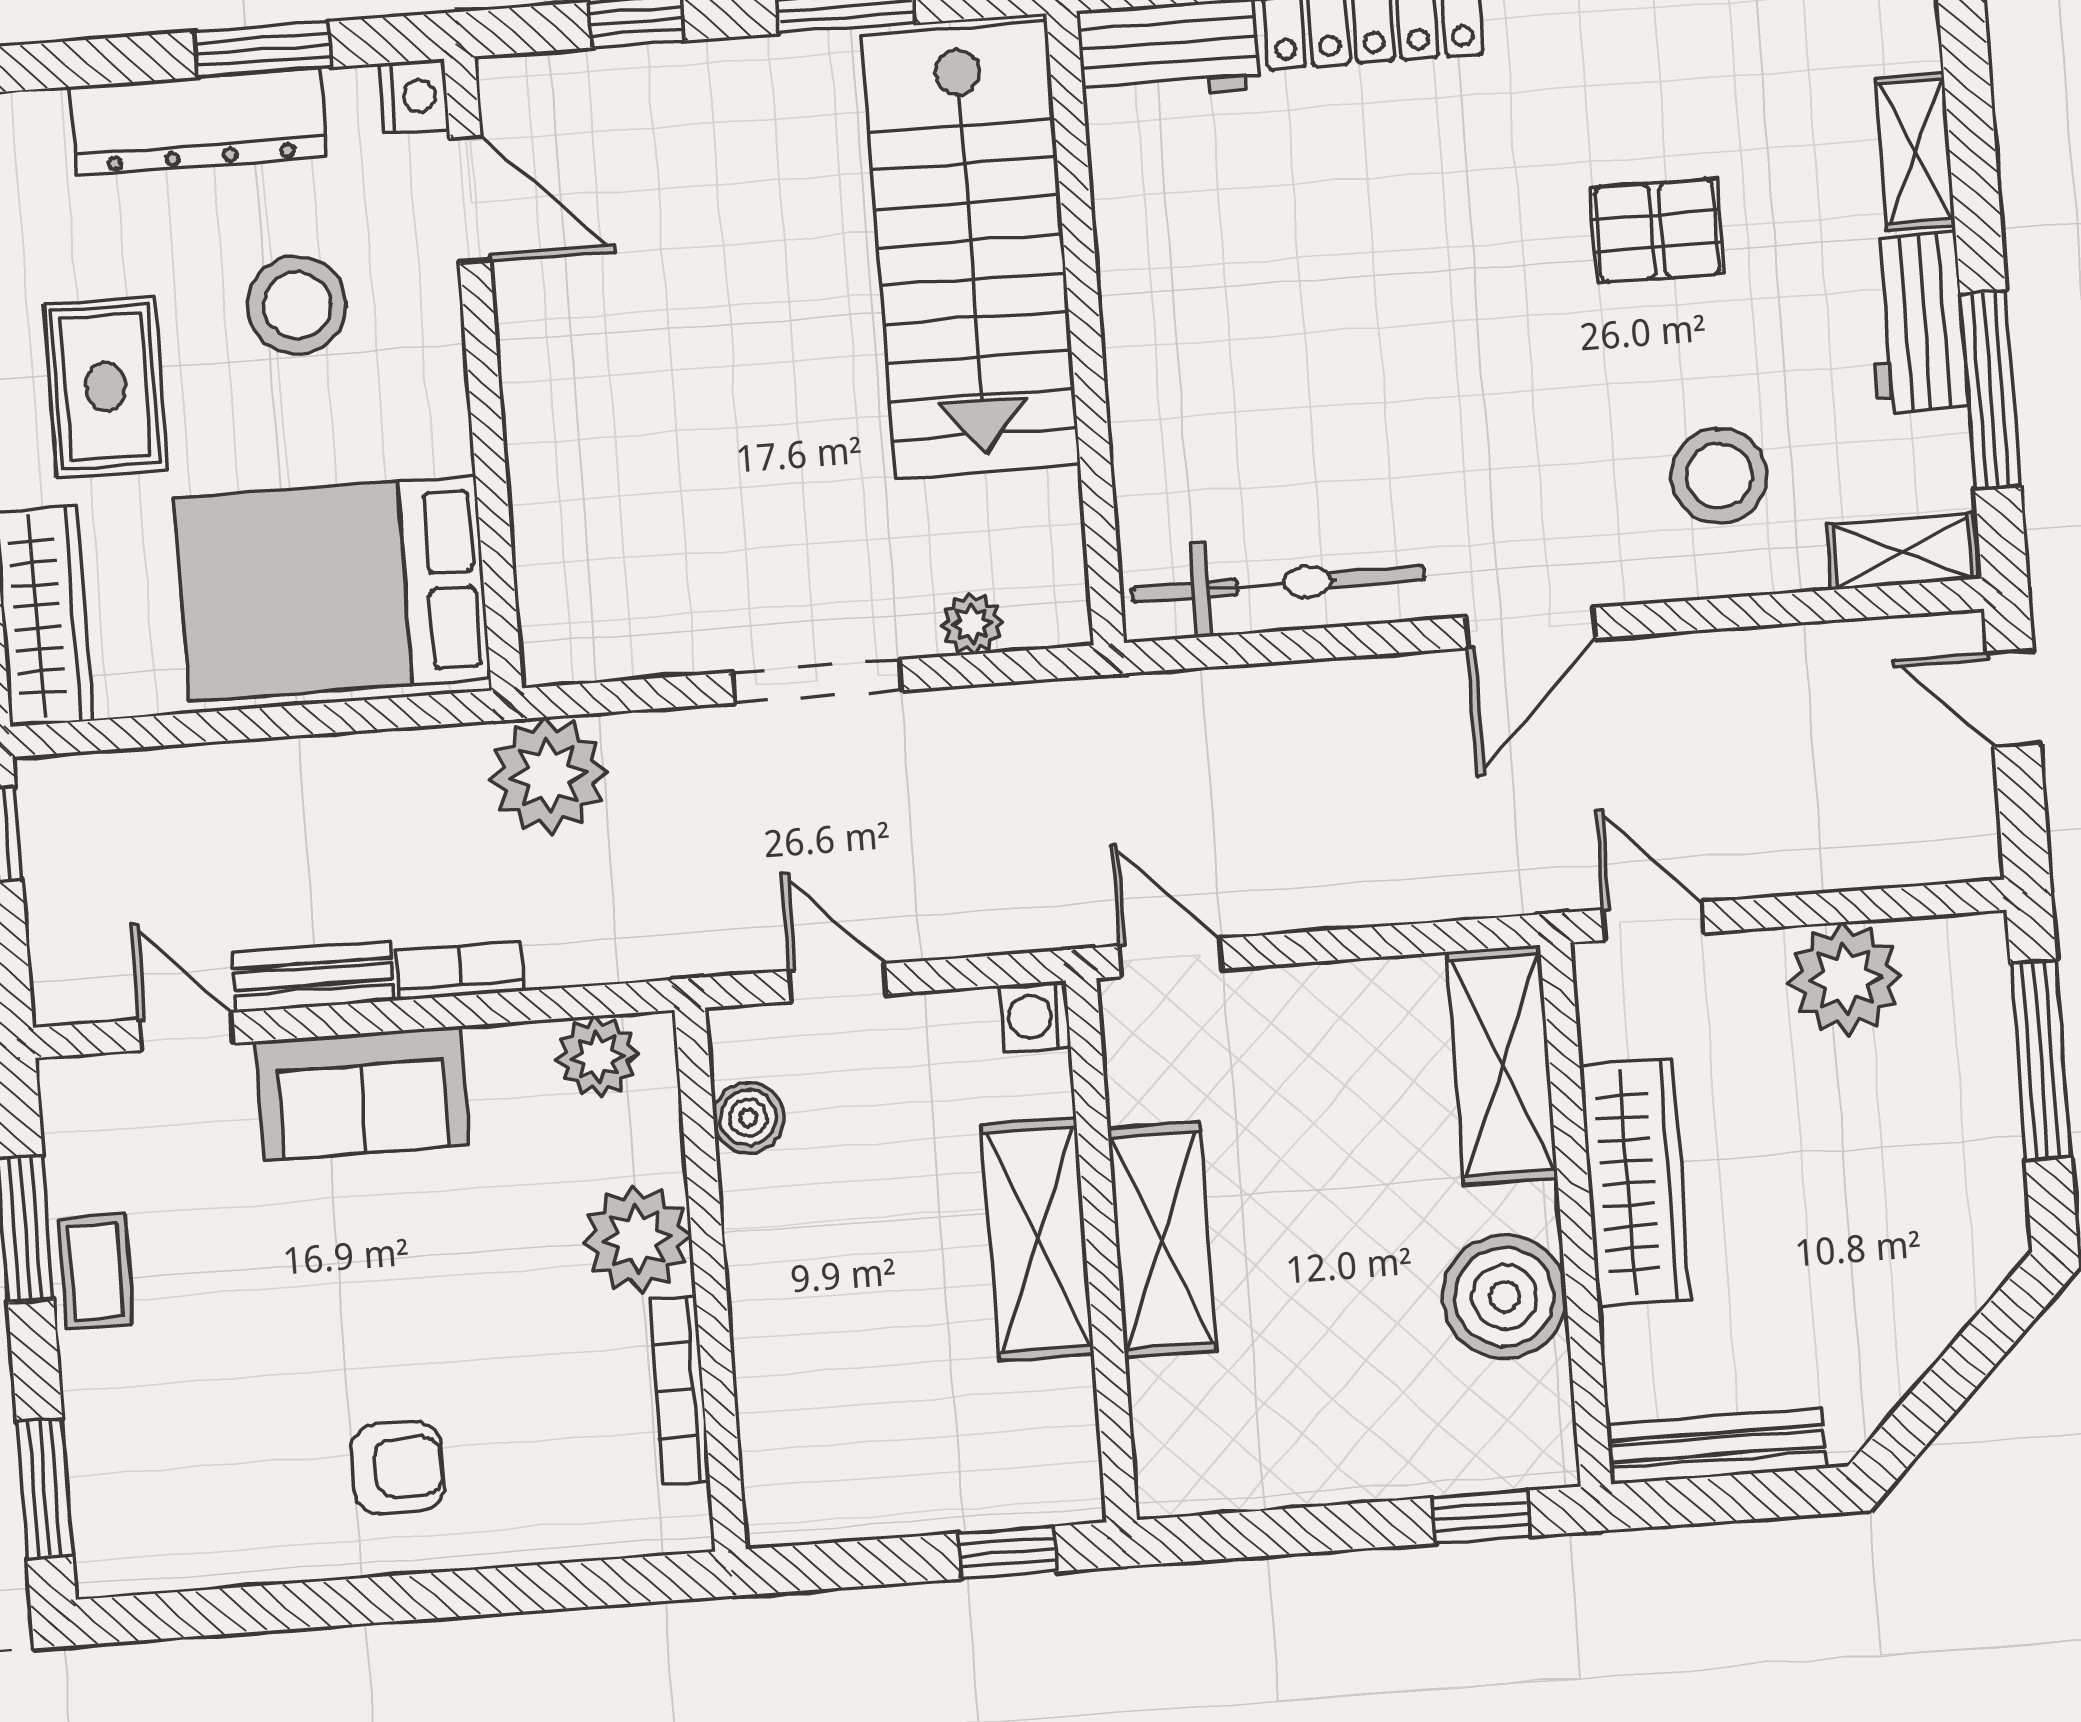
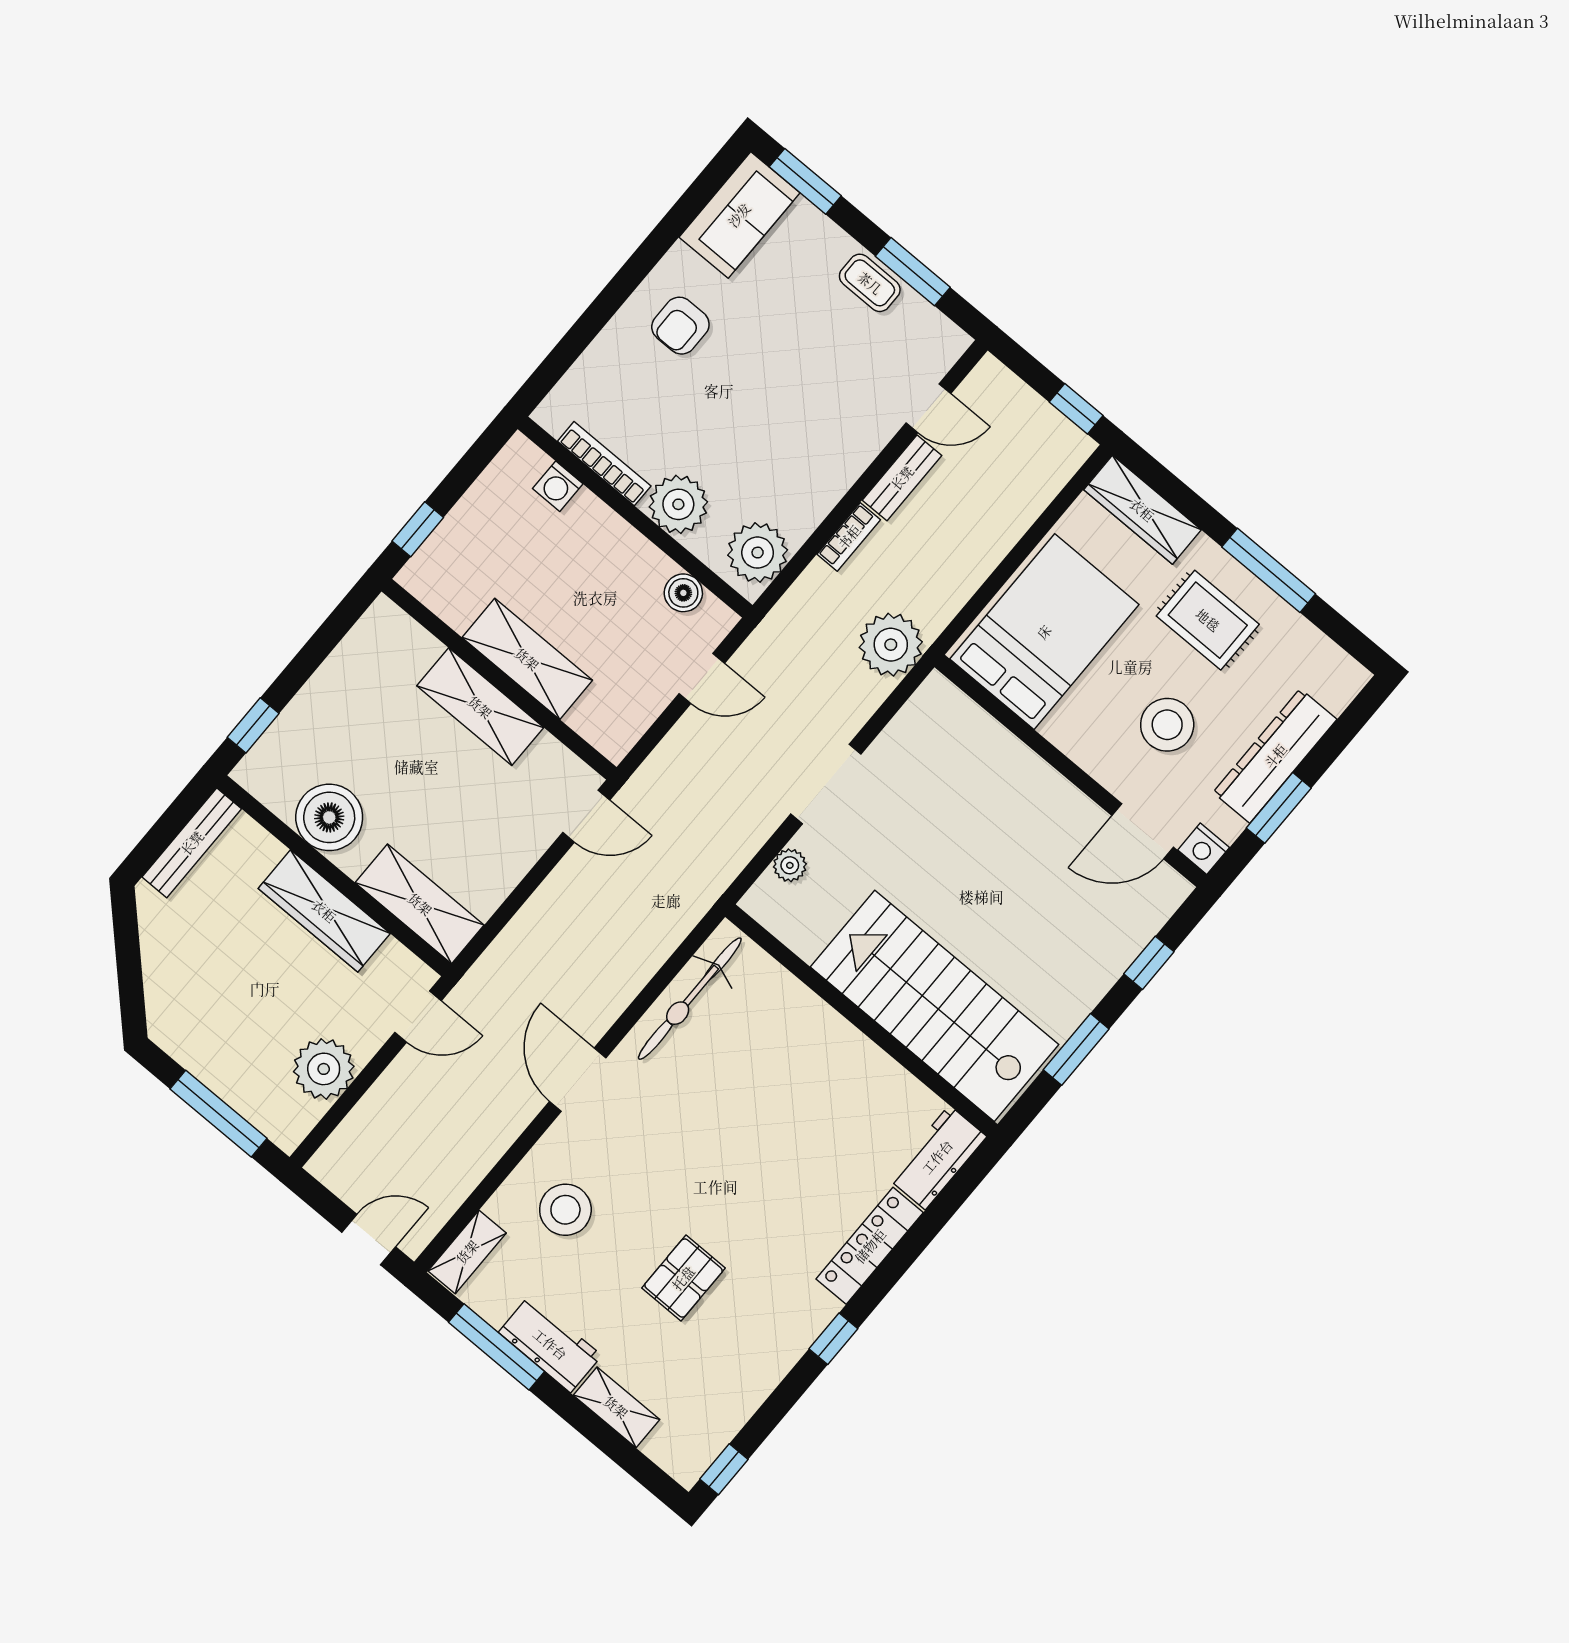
washing machine: (1035, 1016) -> (558, 486), moved, turned 180
plant: (598, 1057) -> (758, 553), width x1.36, depth x1.36
sofa: (362, 1093) -> (739, 215), moved, turned 180

